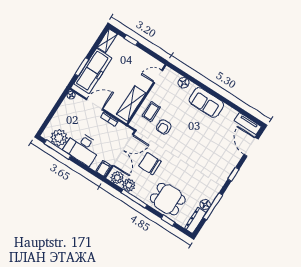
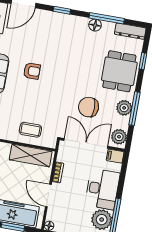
armchair: (164, 127) -> (32, 71), moved
chair: (150, 164) -> (89, 107), turned 90
plant: (129, 185) -> (124, 108), moved
floor lamp: (205, 205) -> (95, 25), moved

